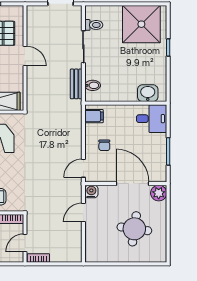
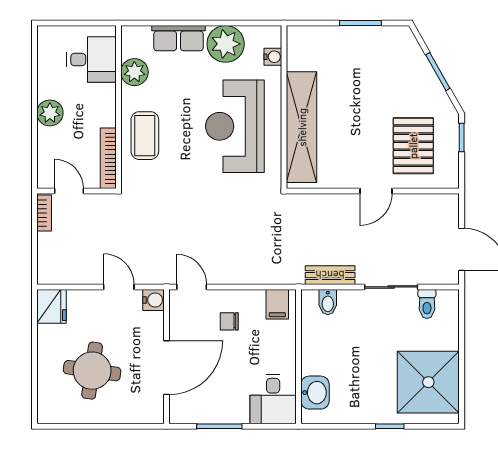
plant: (159, 193) -> (151, 411), removed
fridge: (95, 254) -> (51, 306), added

